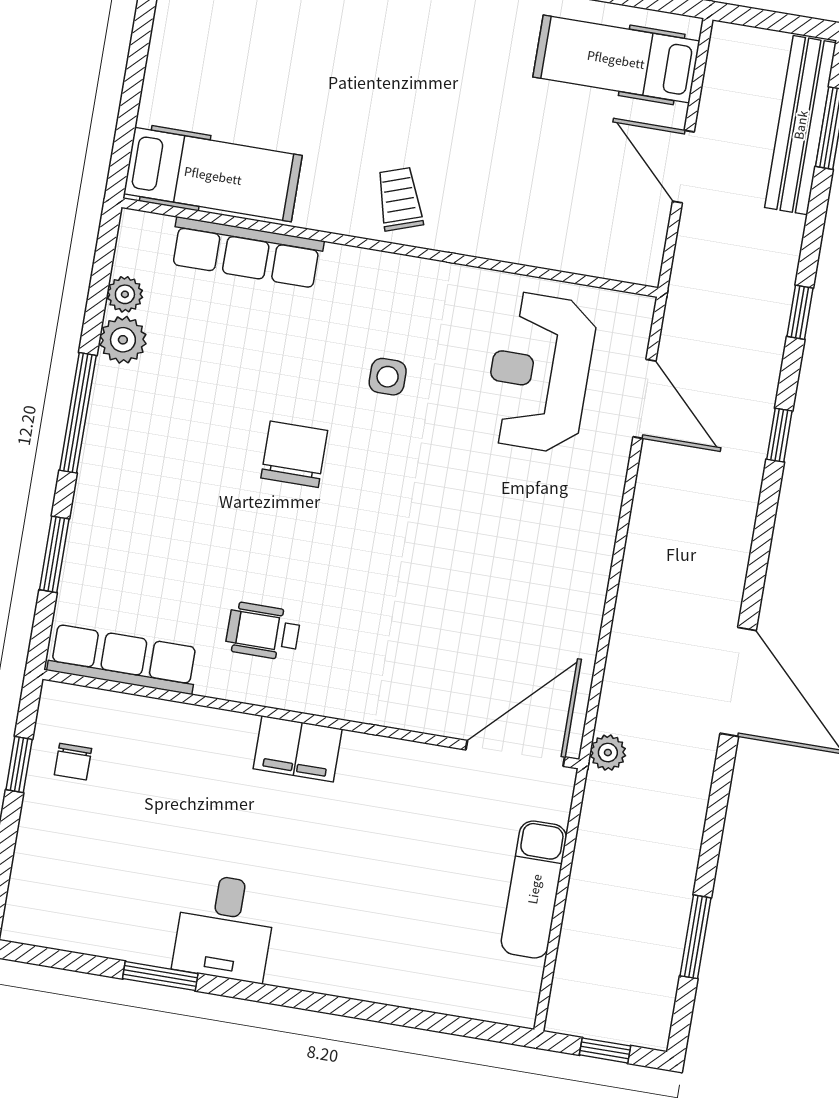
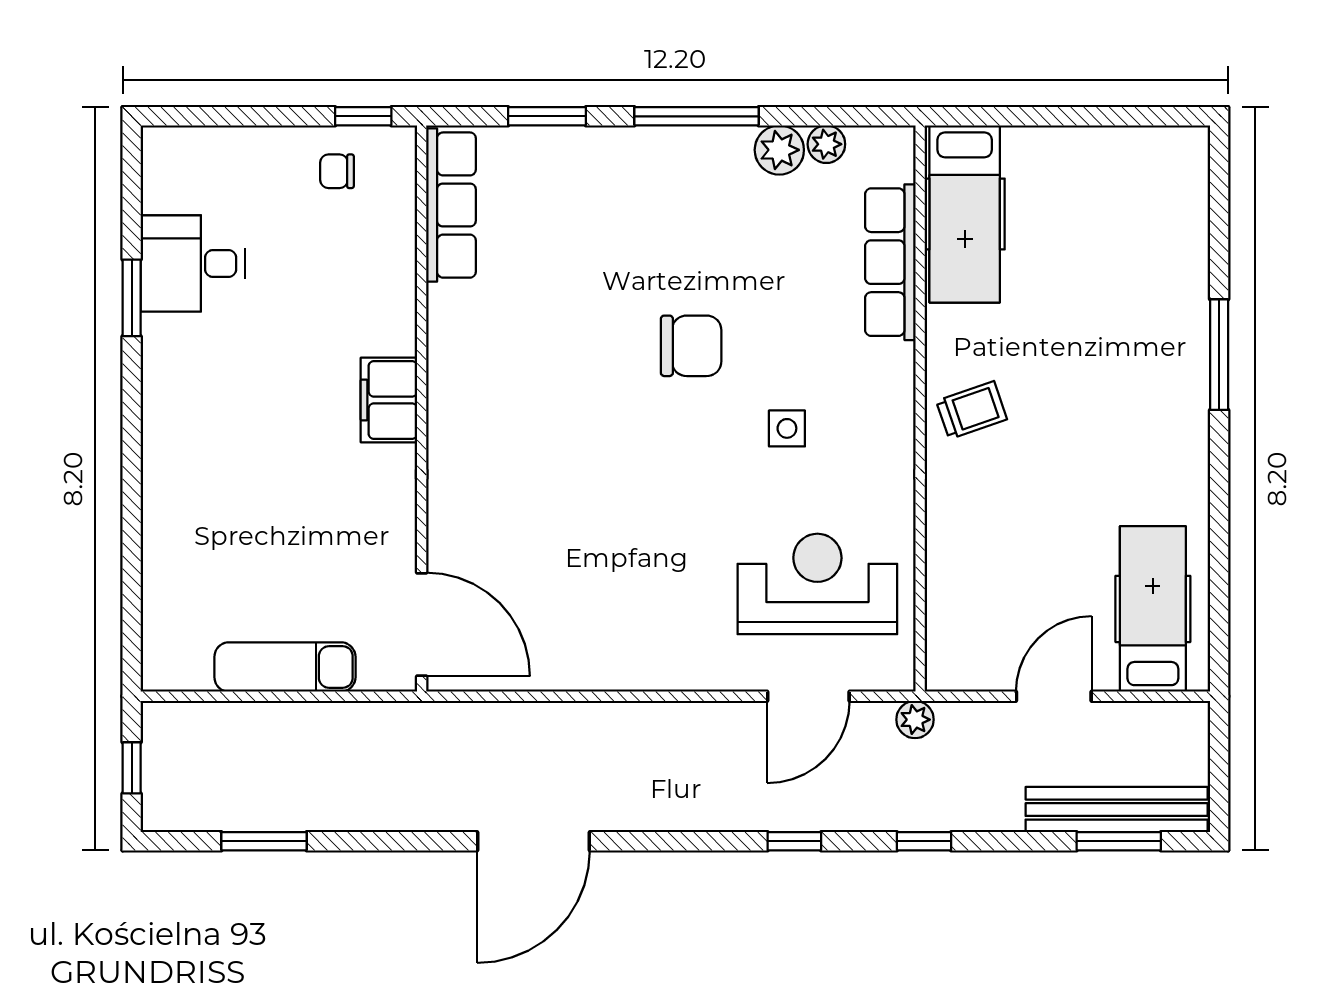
wheelchair: (263, 631) -> (504, 344), removed
plant: (608, 753) -> (915, 720), moved
window: (19, 764) -> (363, 116), moved
desk: (225, 928) -> (193, 263), moved

